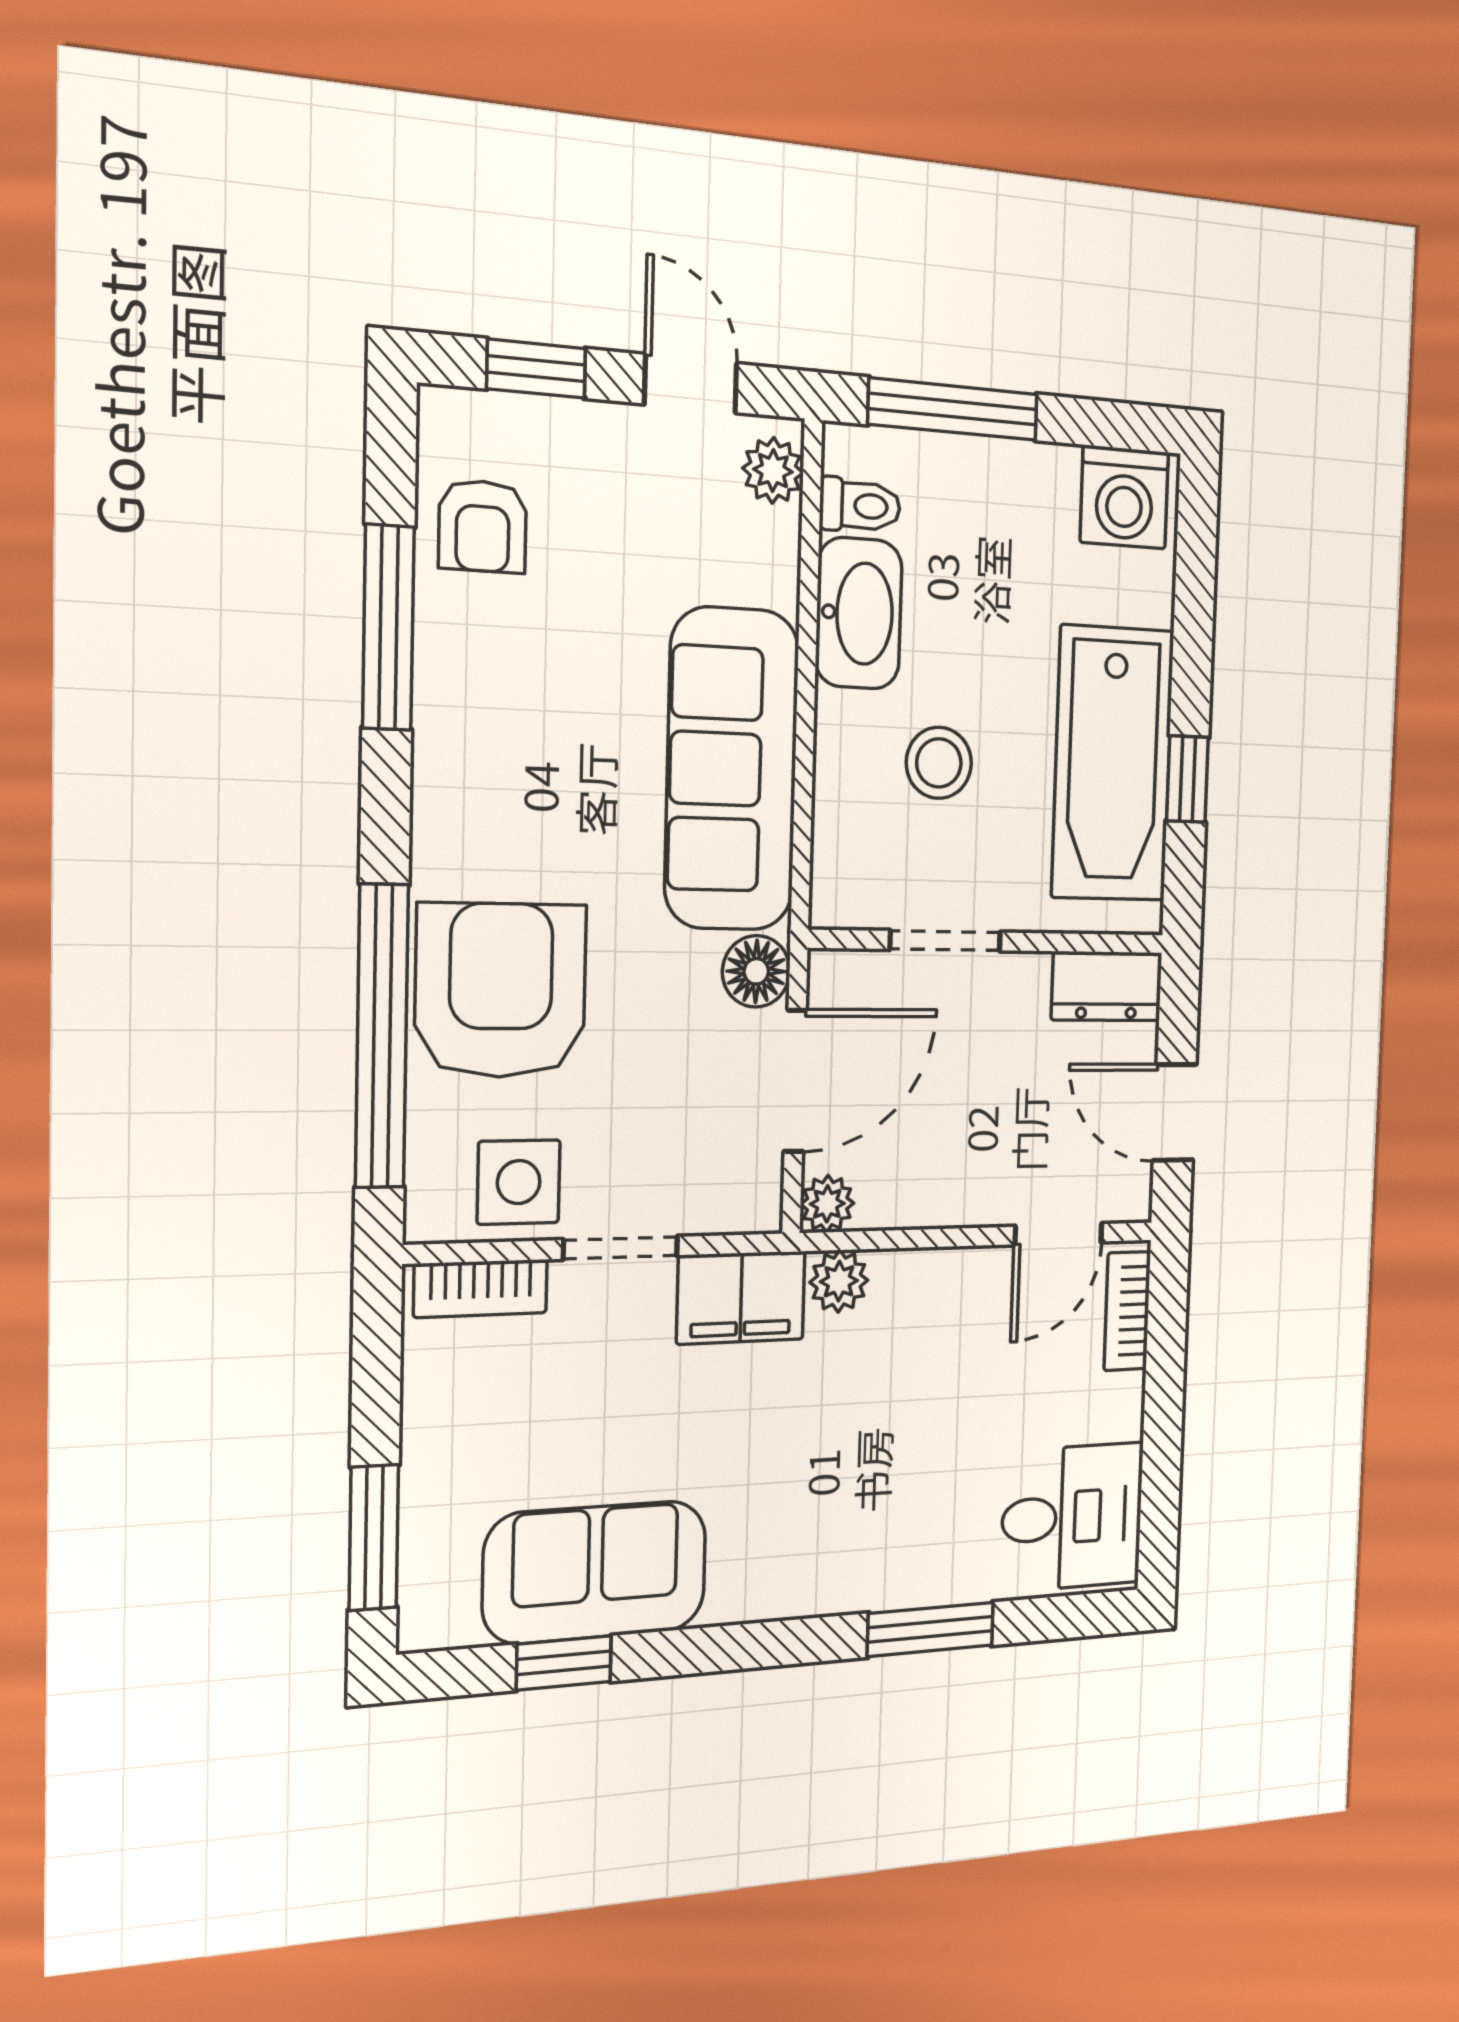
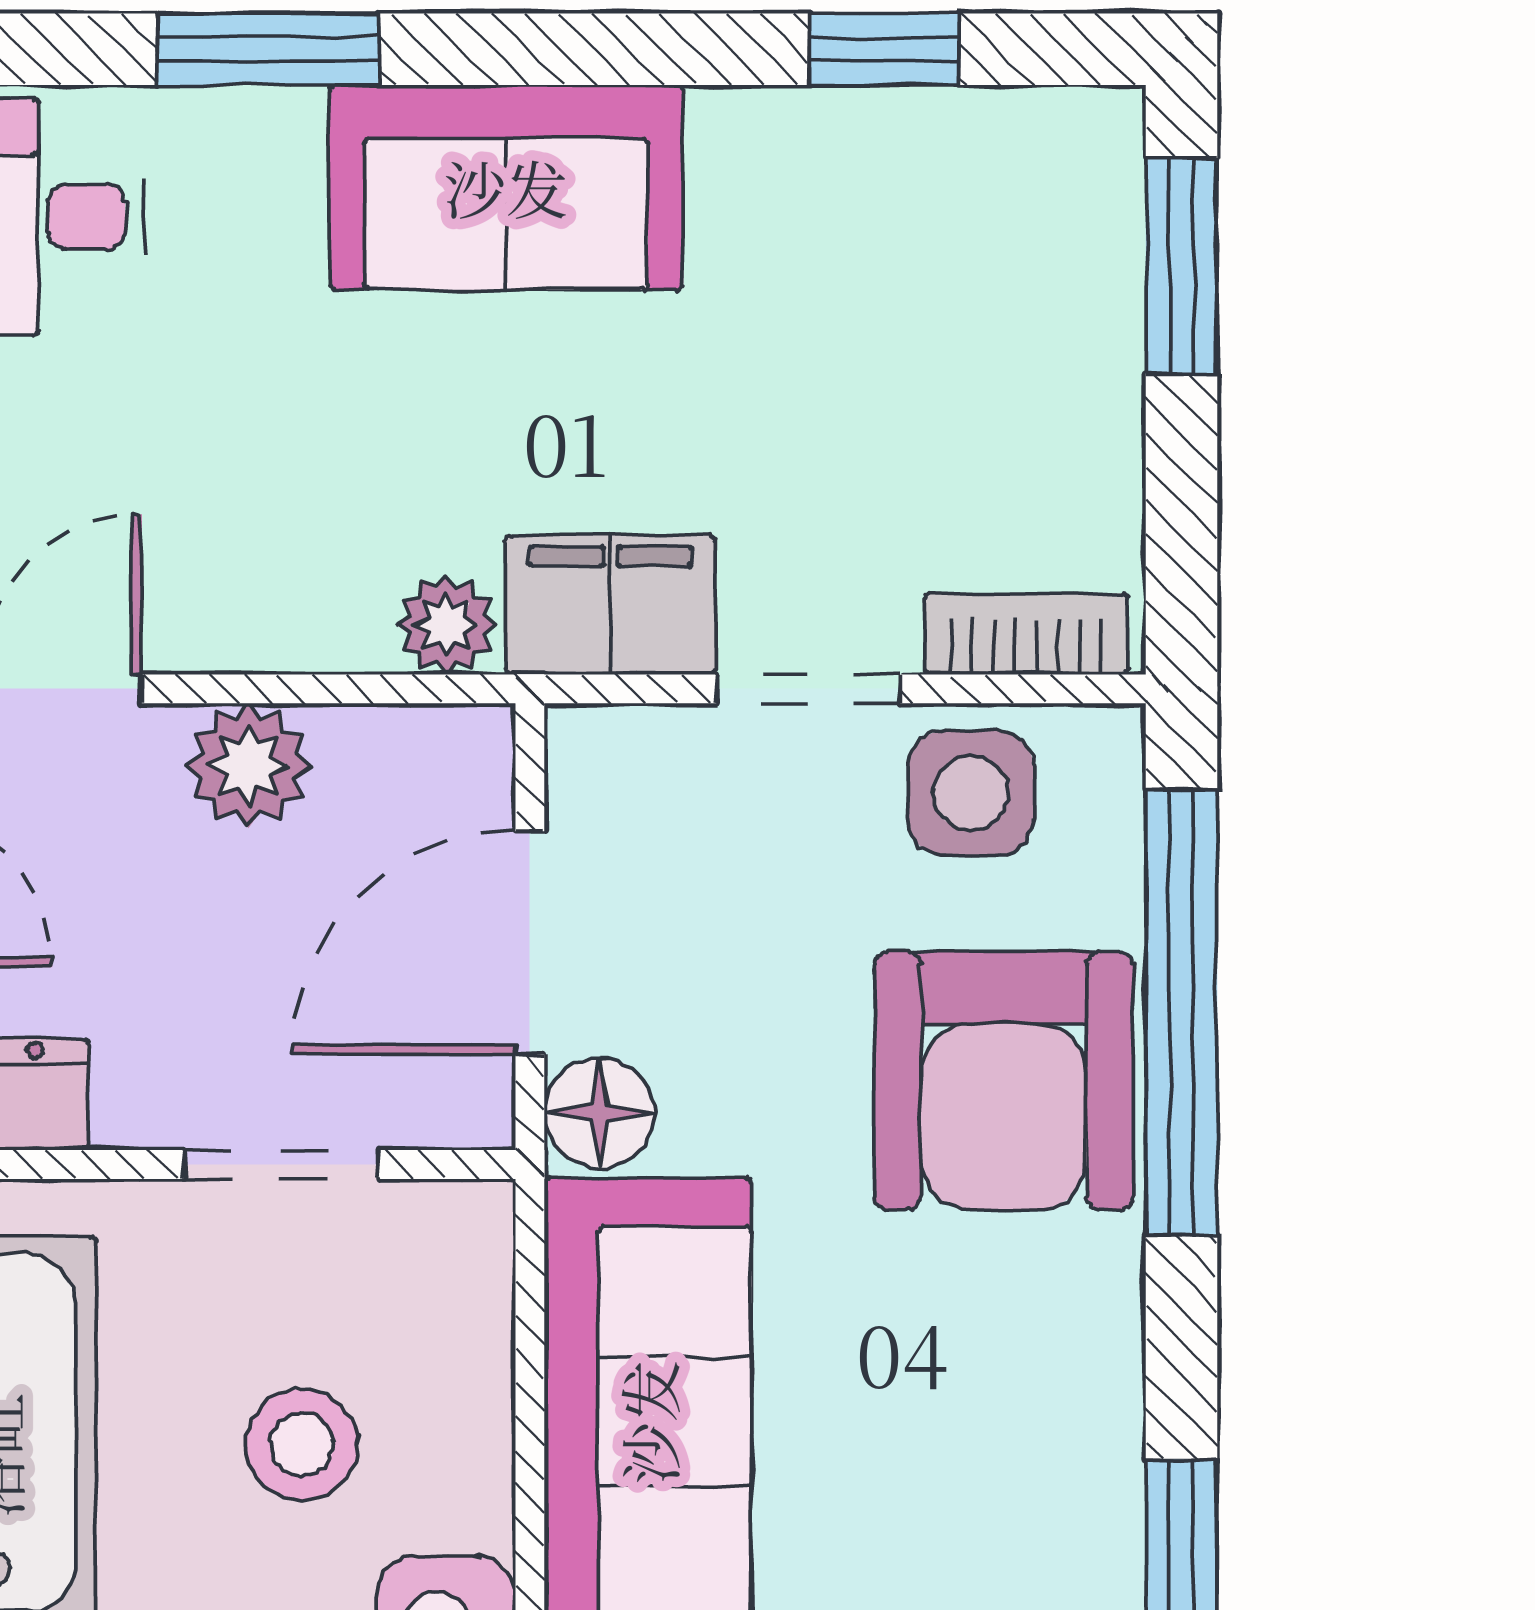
plant: (827, 1204) -> (248, 766), moved, width x1.38, depth x1.38
sofa: (595, 1572) -> (506, 187), moved

